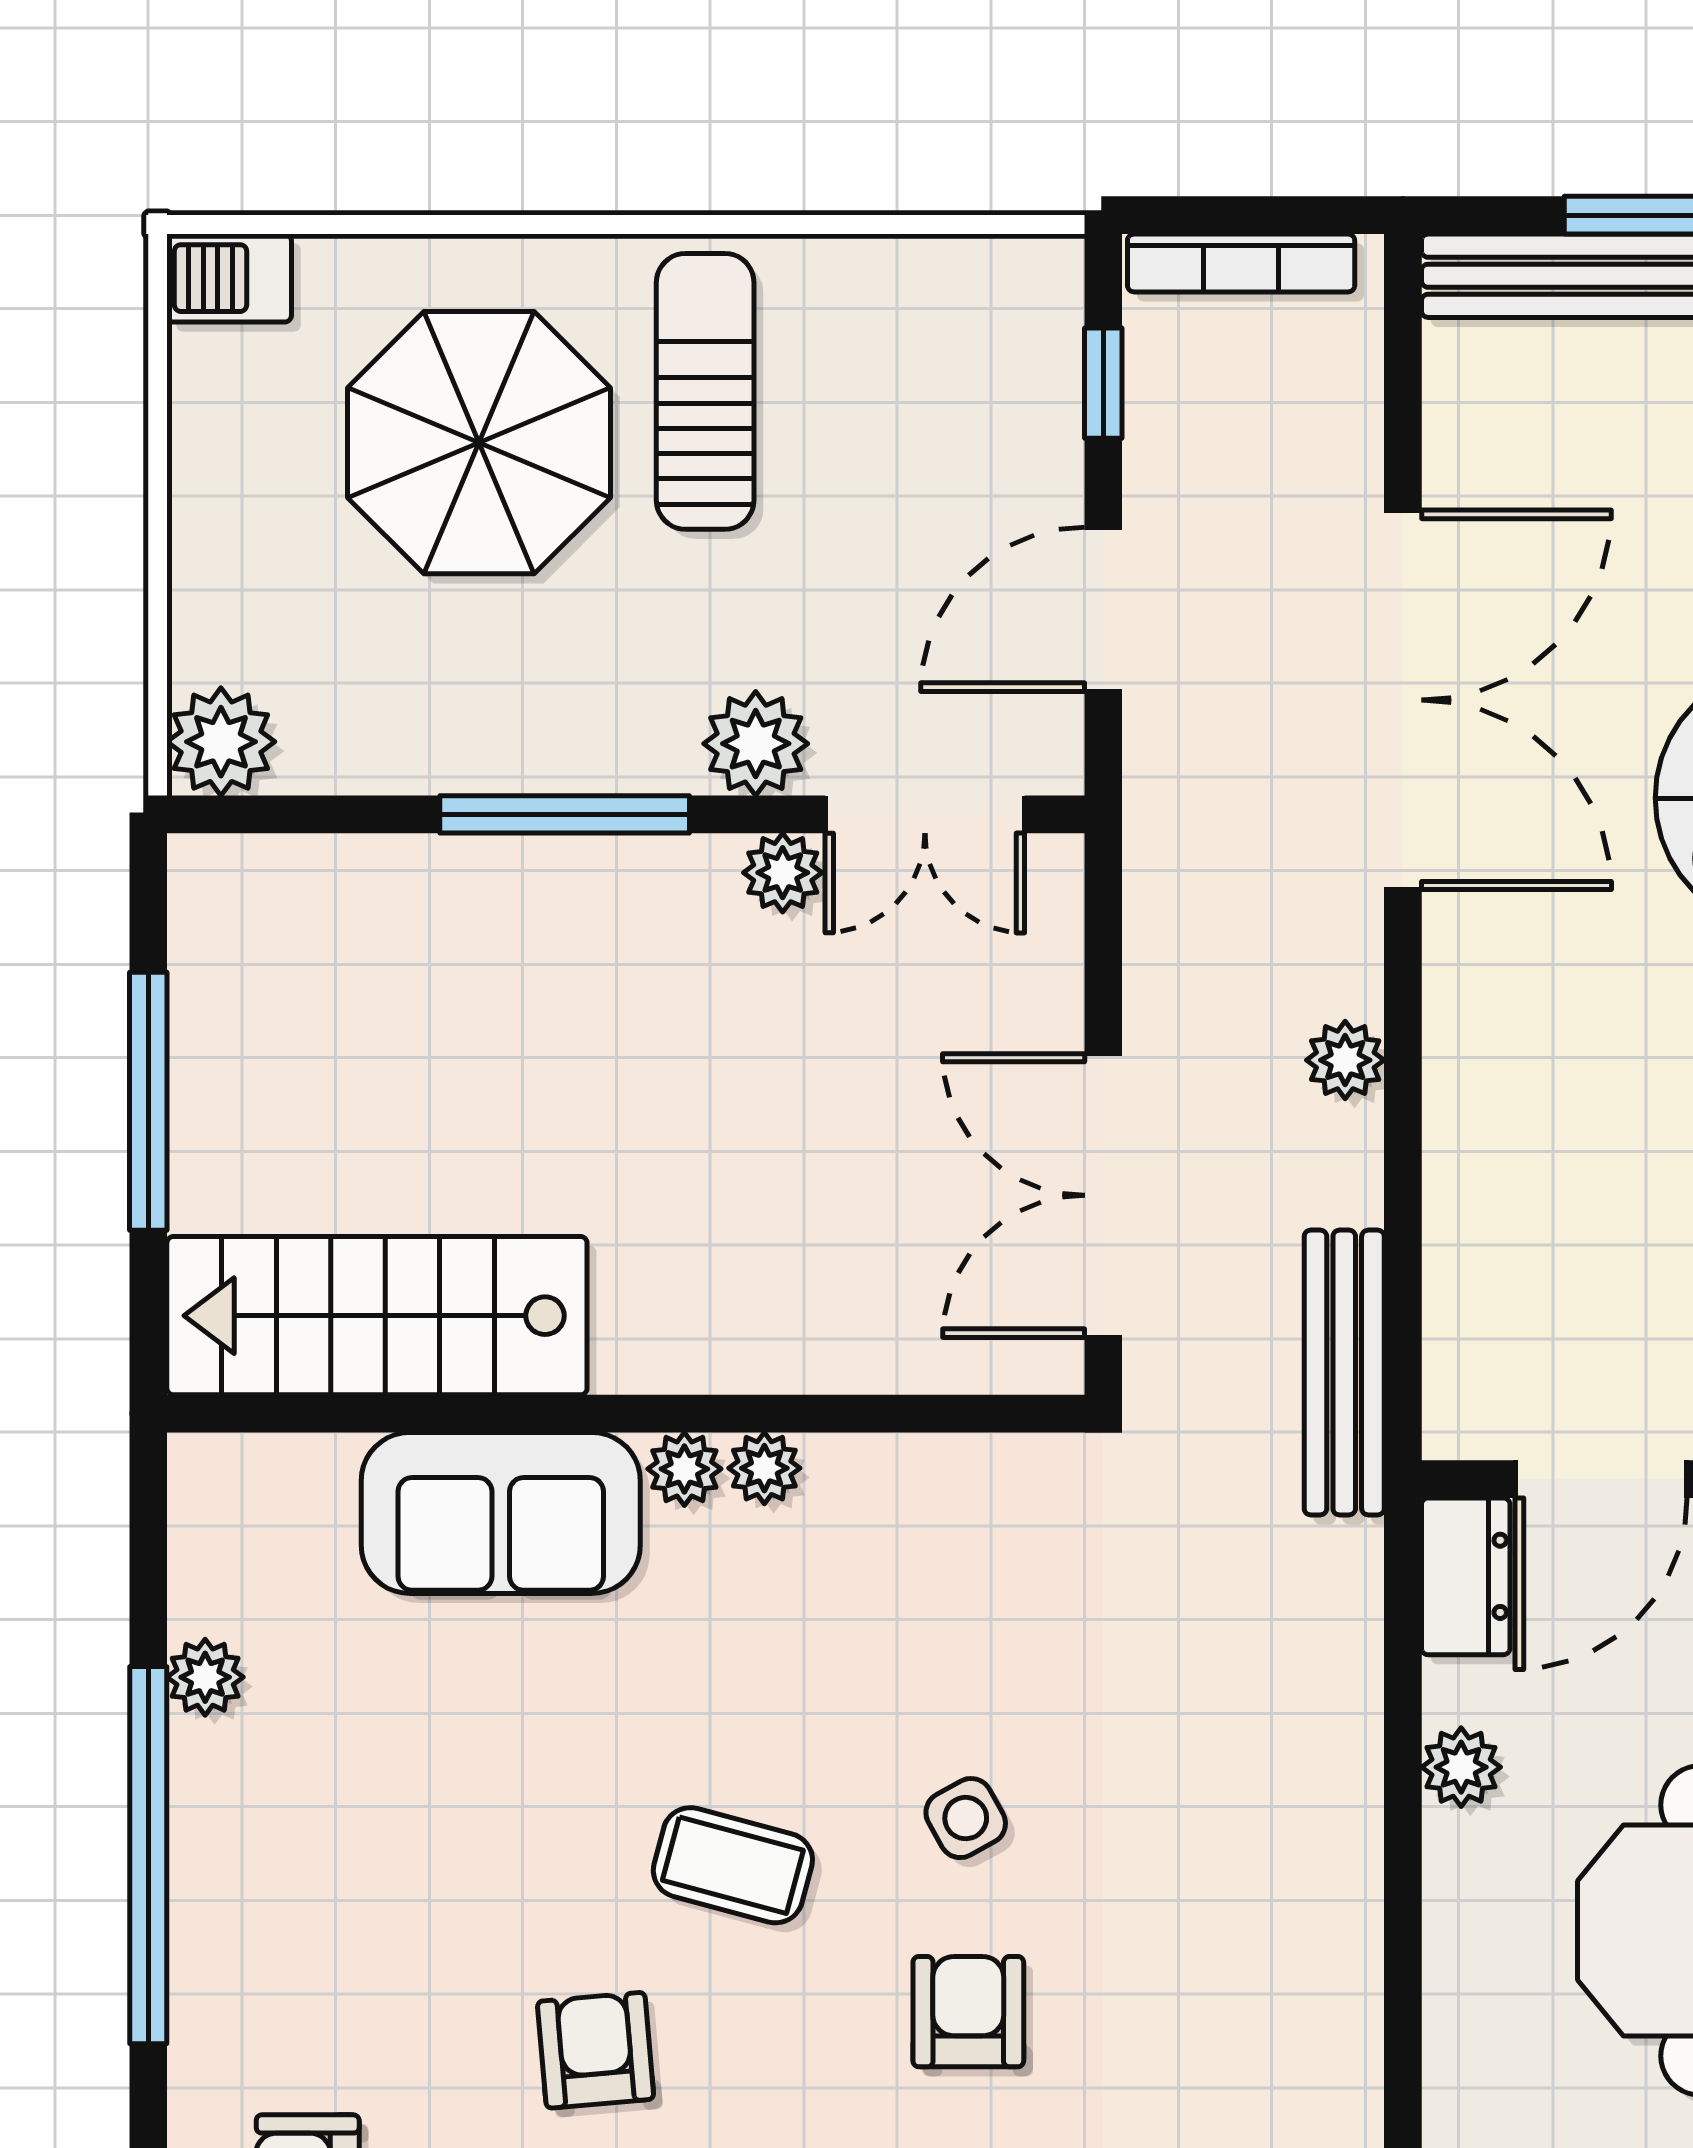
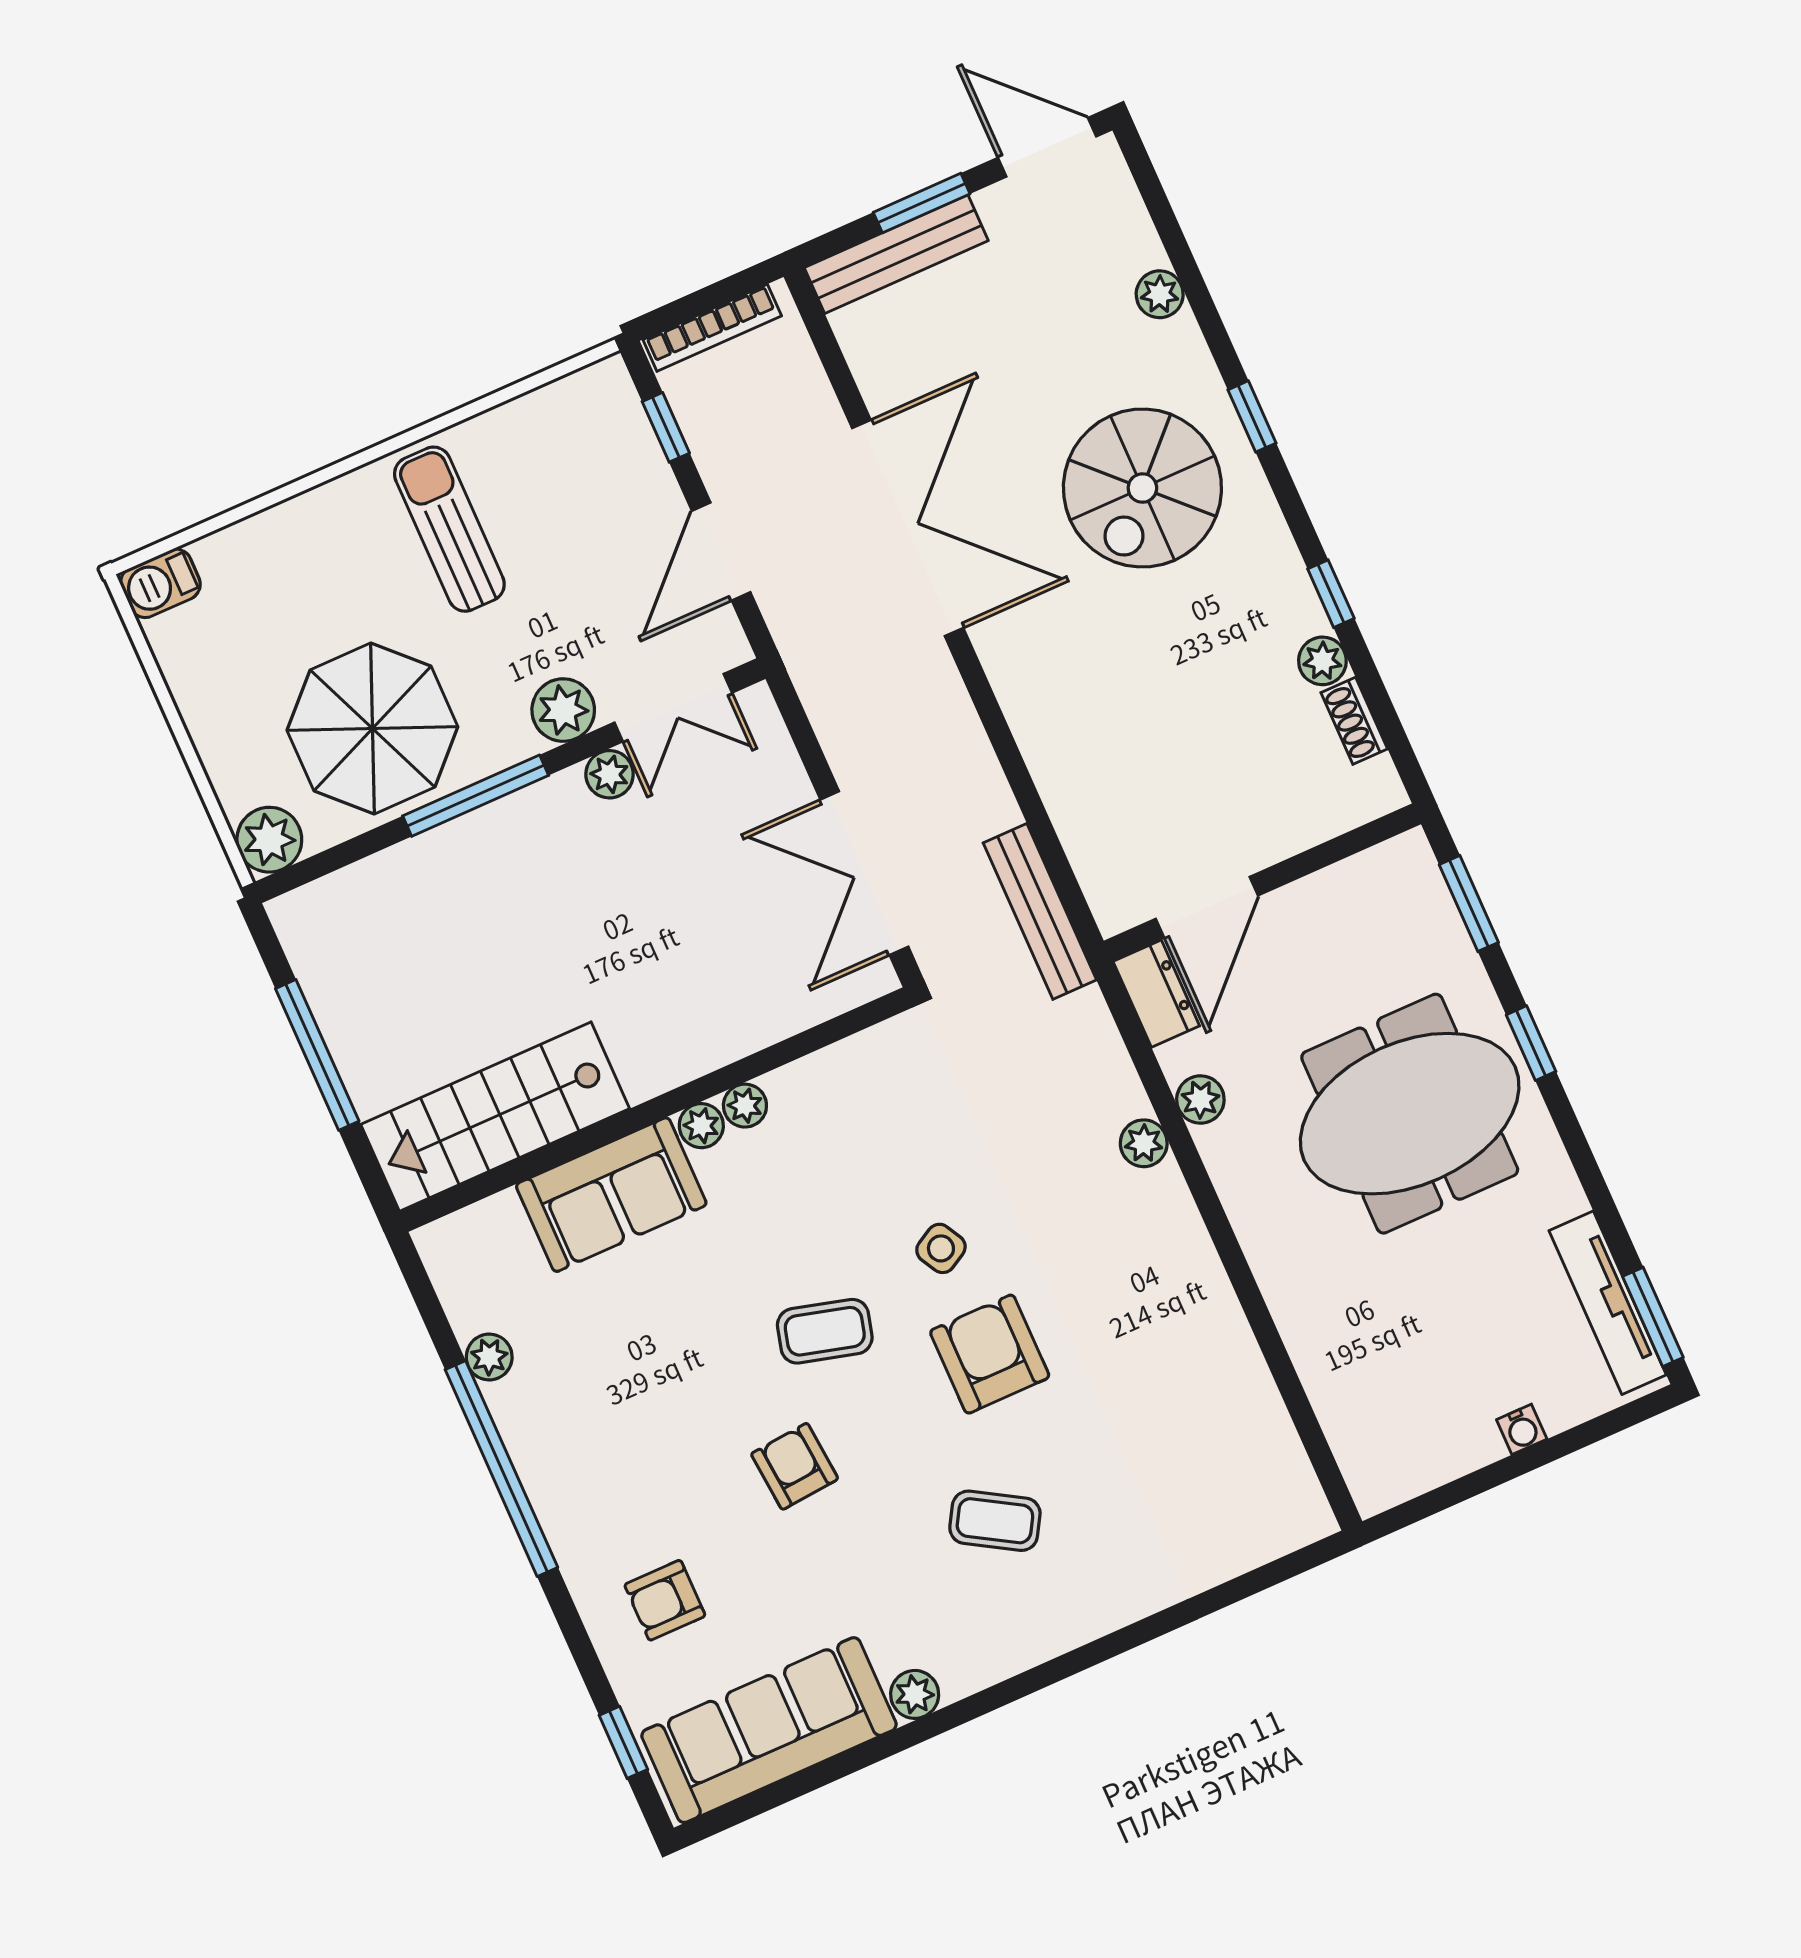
parasol: (479, 443) -> (372, 728), moved
plant: (1345, 1060) -> (1144, 1143), moved
armchair: (968, 2012) -> (990, 1354), width x1.38, depth x1.38

